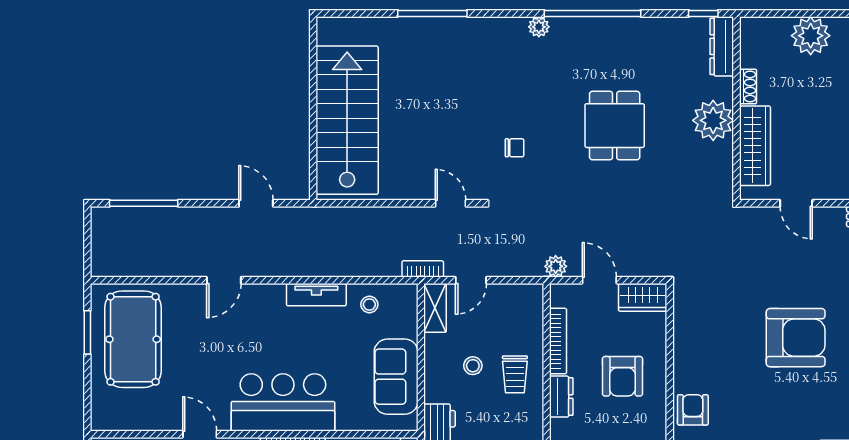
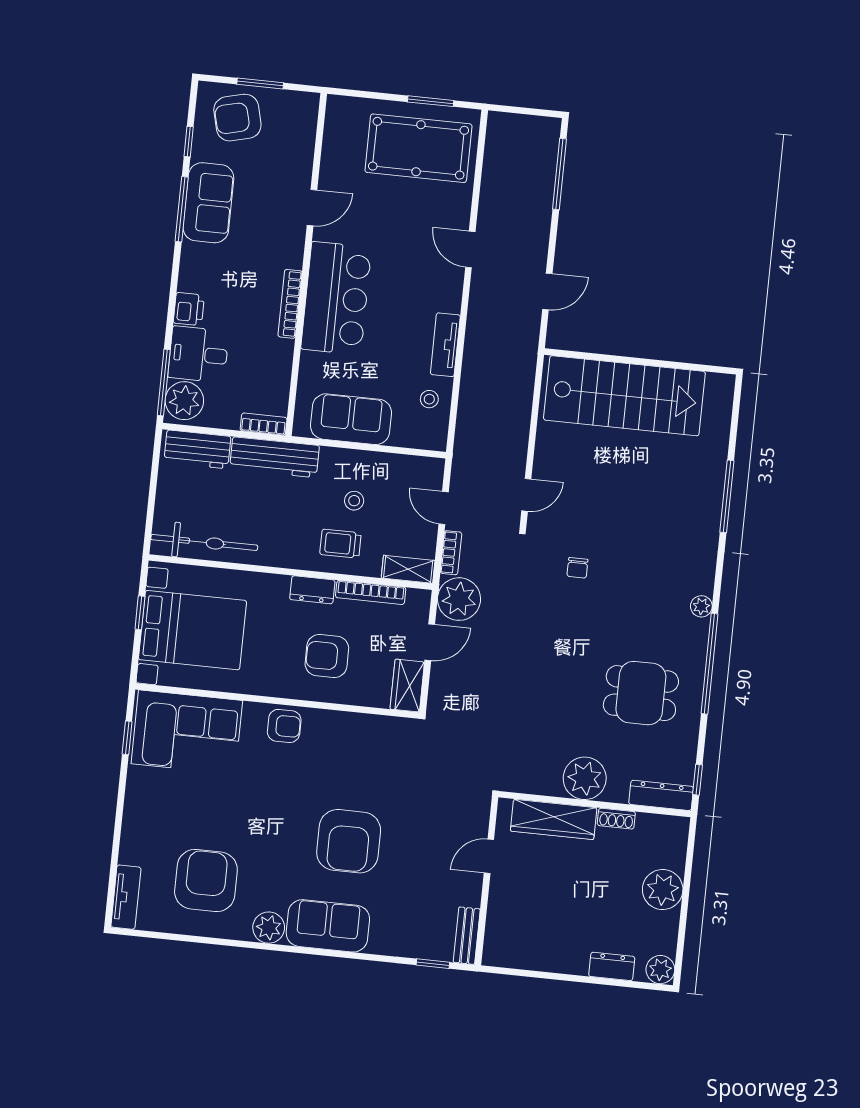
dining table: (615, 126) -> (641, 693), moved
plant: (556, 266) -> (459, 599), width x1.88, depth x1.88
bookcase: (423, 269) -> (451, 553), moved
shelving: (435, 308) -> (408, 569), moved

